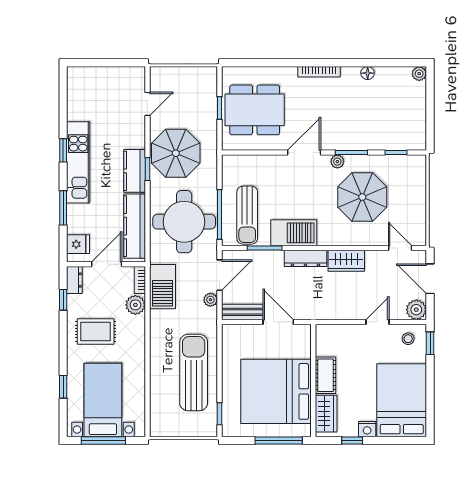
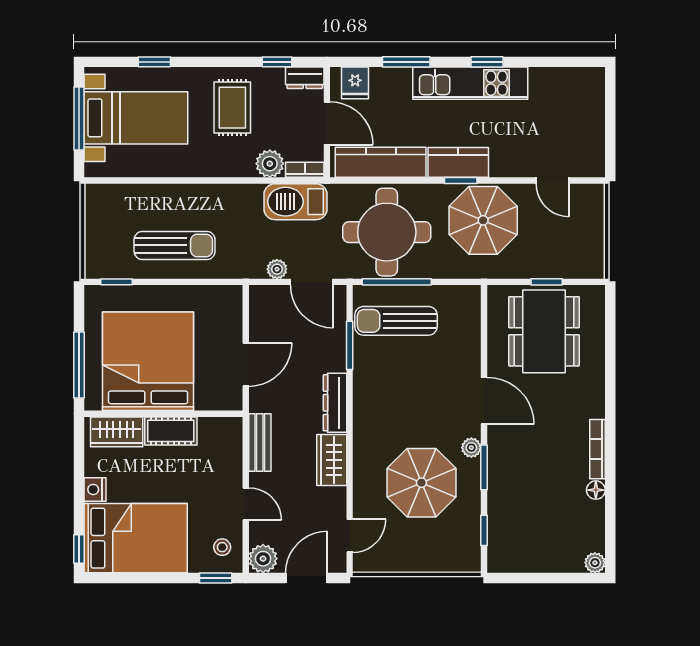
bookcase: (319, 72) -> (598, 449), moved
barbecue: (294, 233) -> (371, 386), removed
bench: (242, 312) -> (260, 443), moved
sun lounger: (194, 373) -> (175, 245), width x0.73, depth x0.75
window: (352, 441) -> (79, 549), moved

